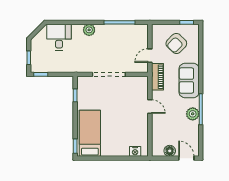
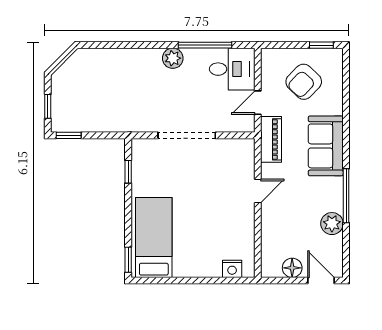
plant: (89, 30) -> (173, 58), moved
desk: (59, 37) -> (232, 69), moved, turned 90
door: (150, 106) -> (258, 191), hinge flipped
plant: (193, 114) -> (332, 224), moved

